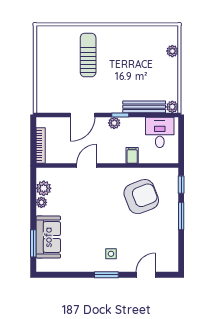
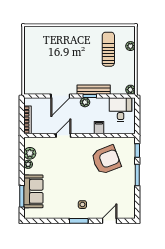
sun lounger: (88, 55) -> (108, 49), moved
bench: (144, 107) -> (94, 90), moved

